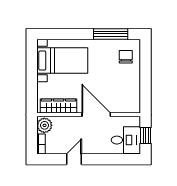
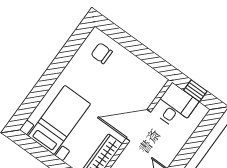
window: (111, 34) -> (68, 52), removed
desk: (126, 140) -> (175, 106), moved

